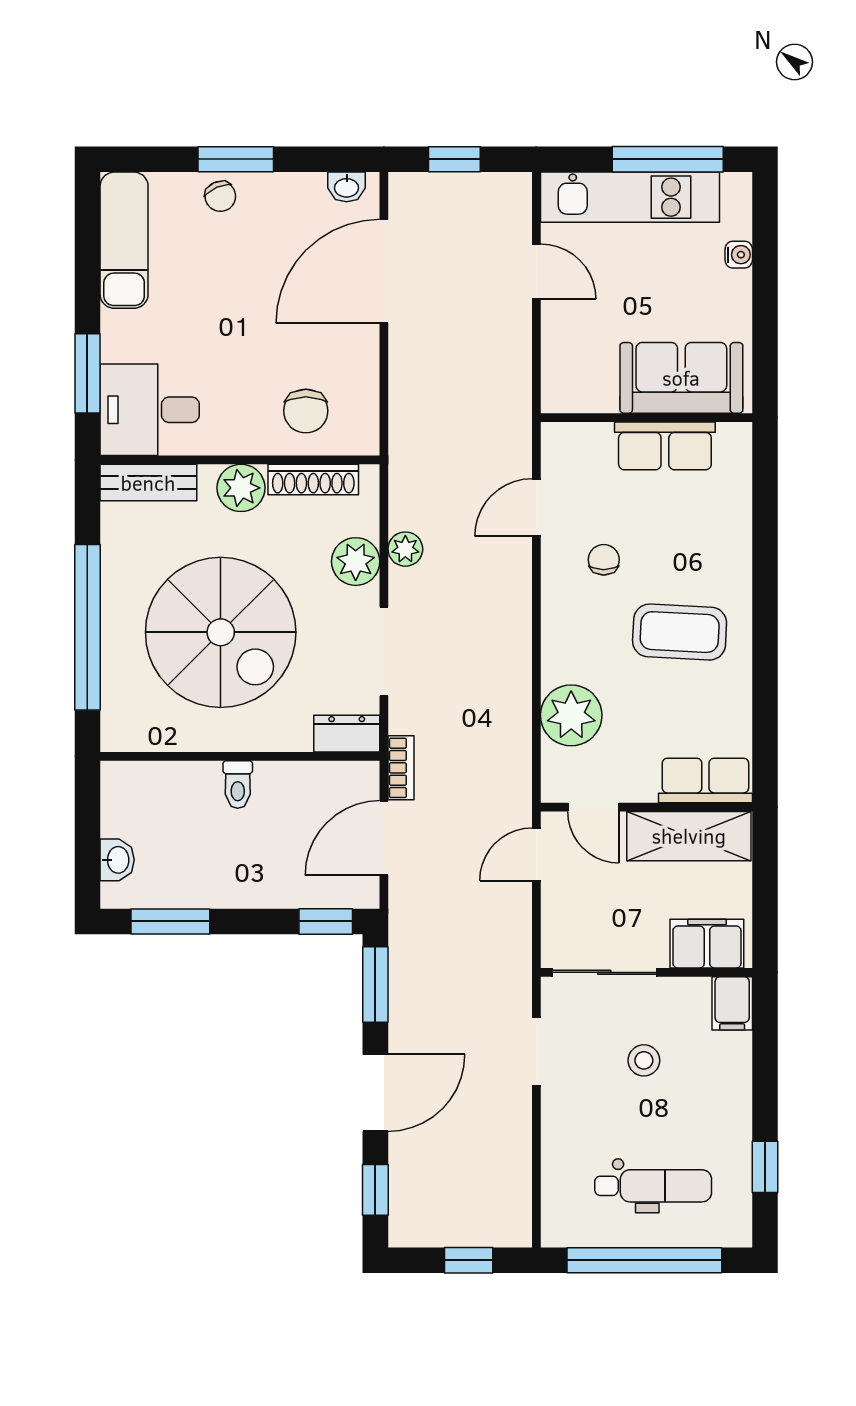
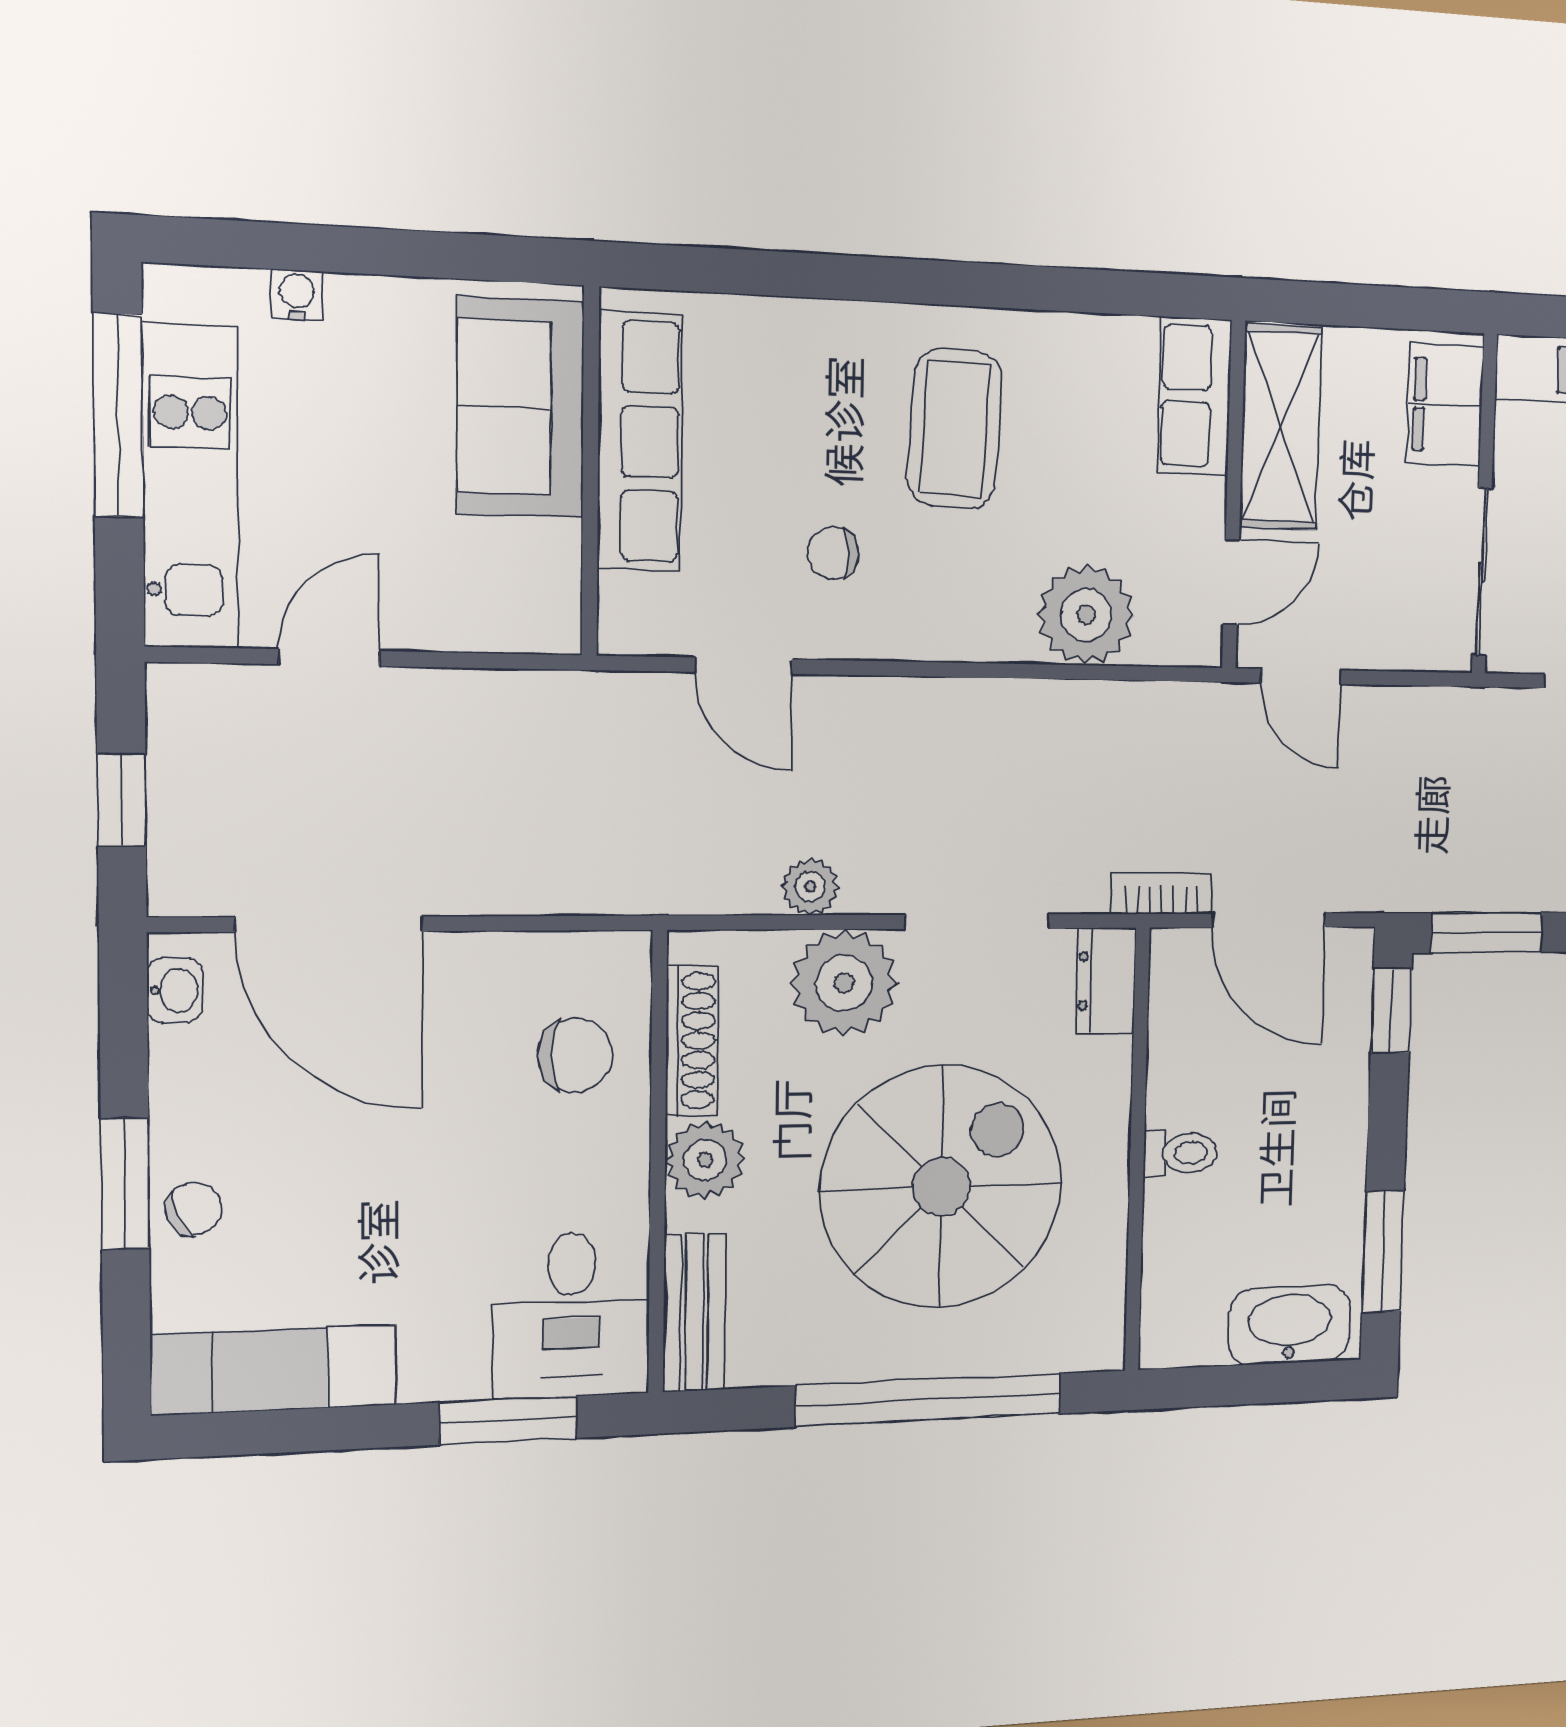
row of seats: (665, 446) -> (640, 441), width x1.48
plant: (356, 562) -> (844, 983), width x1.36, depth x1.36
washbasin: (117, 860) -> (1290, 1325), width x1.91, depth x1.45

